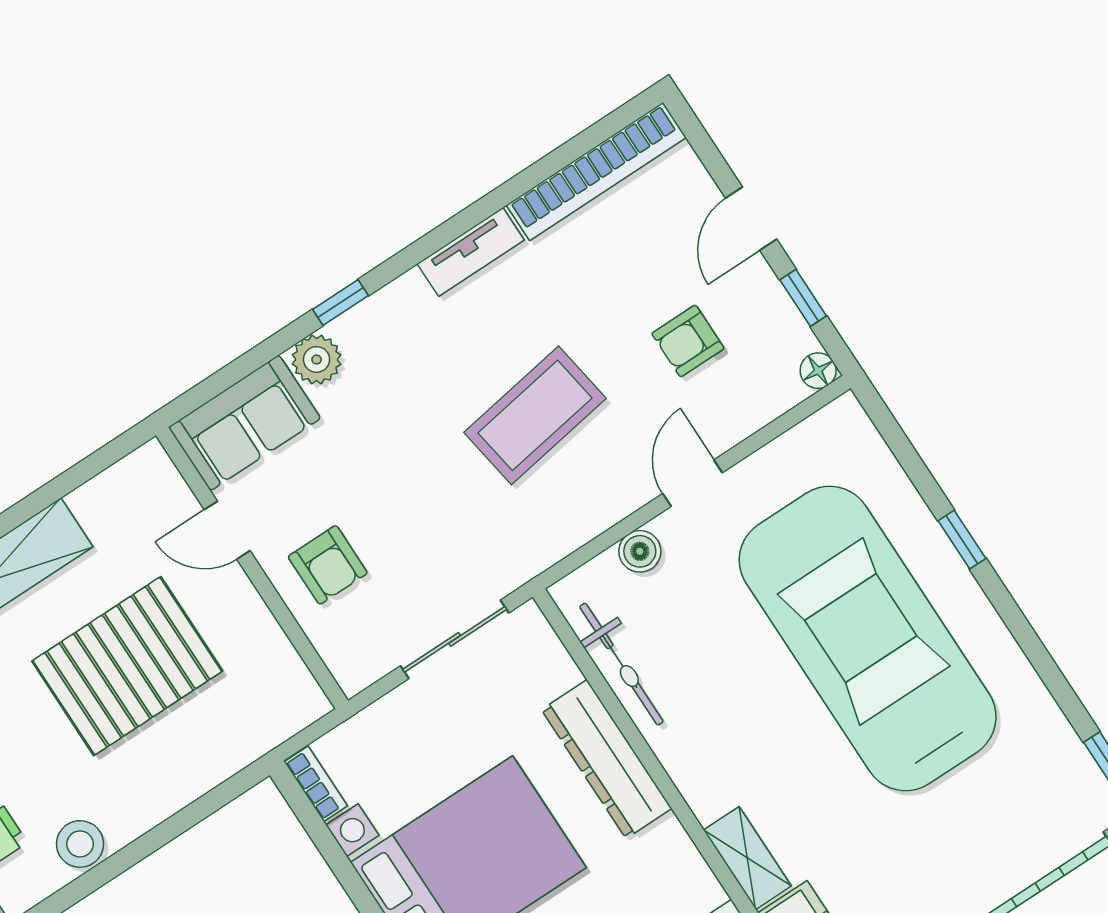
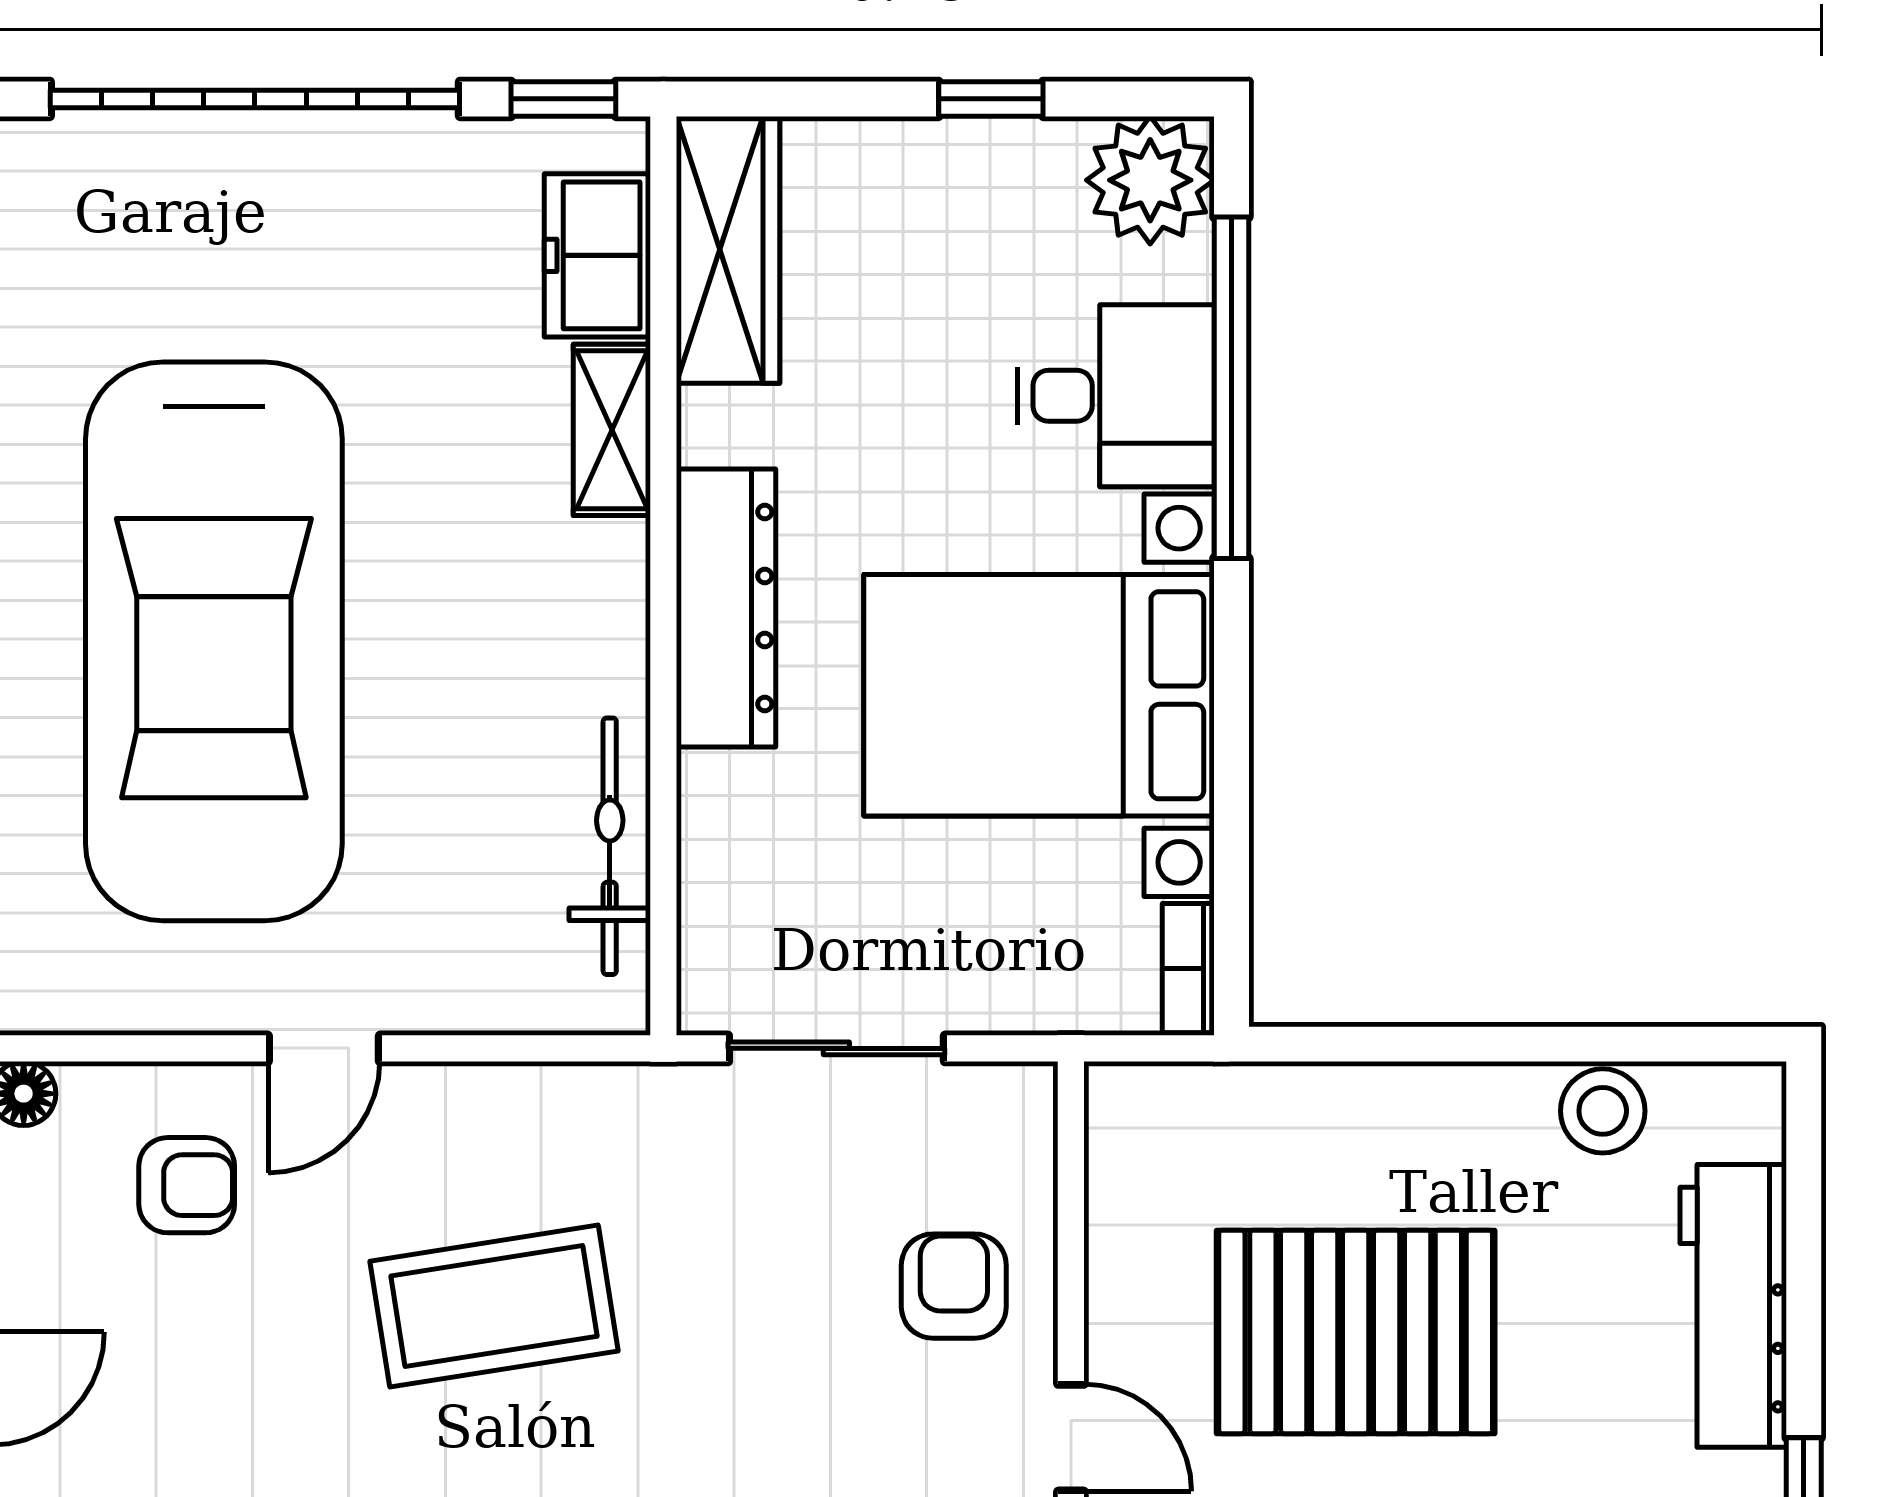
armchair: (688, 341) -> (187, 1185), moved
boiler: (640, 551) -> (471, 998), removed
dresser: (607, 759) -> (726, 608), moved

